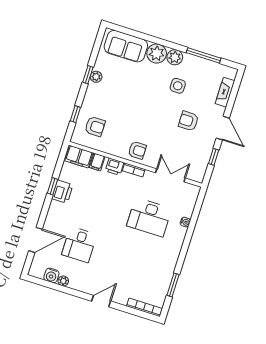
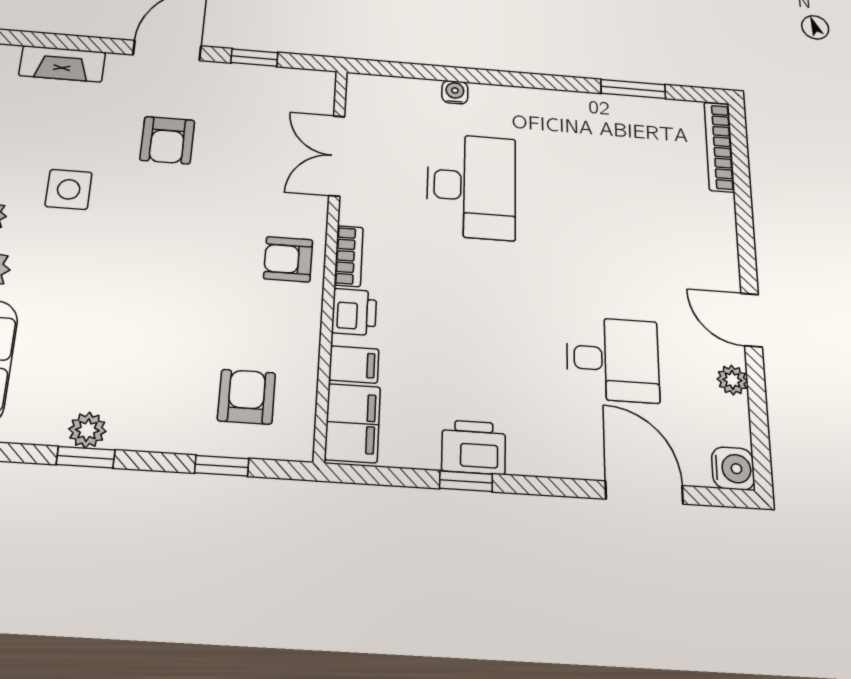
armchair: (137, 150) -> (288, 259), turned -90
water cooler: (51, 275) -> (733, 468), moved
door: (101, 301) -> (752, 320), moved

